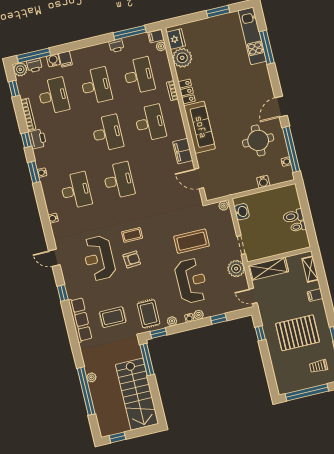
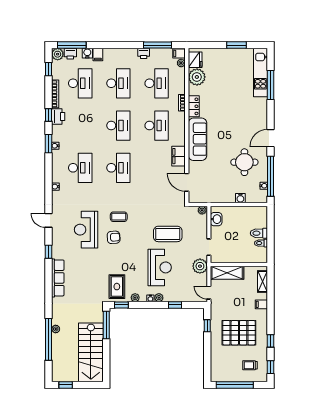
rug: (113, 317) -> (86, 282), removed

